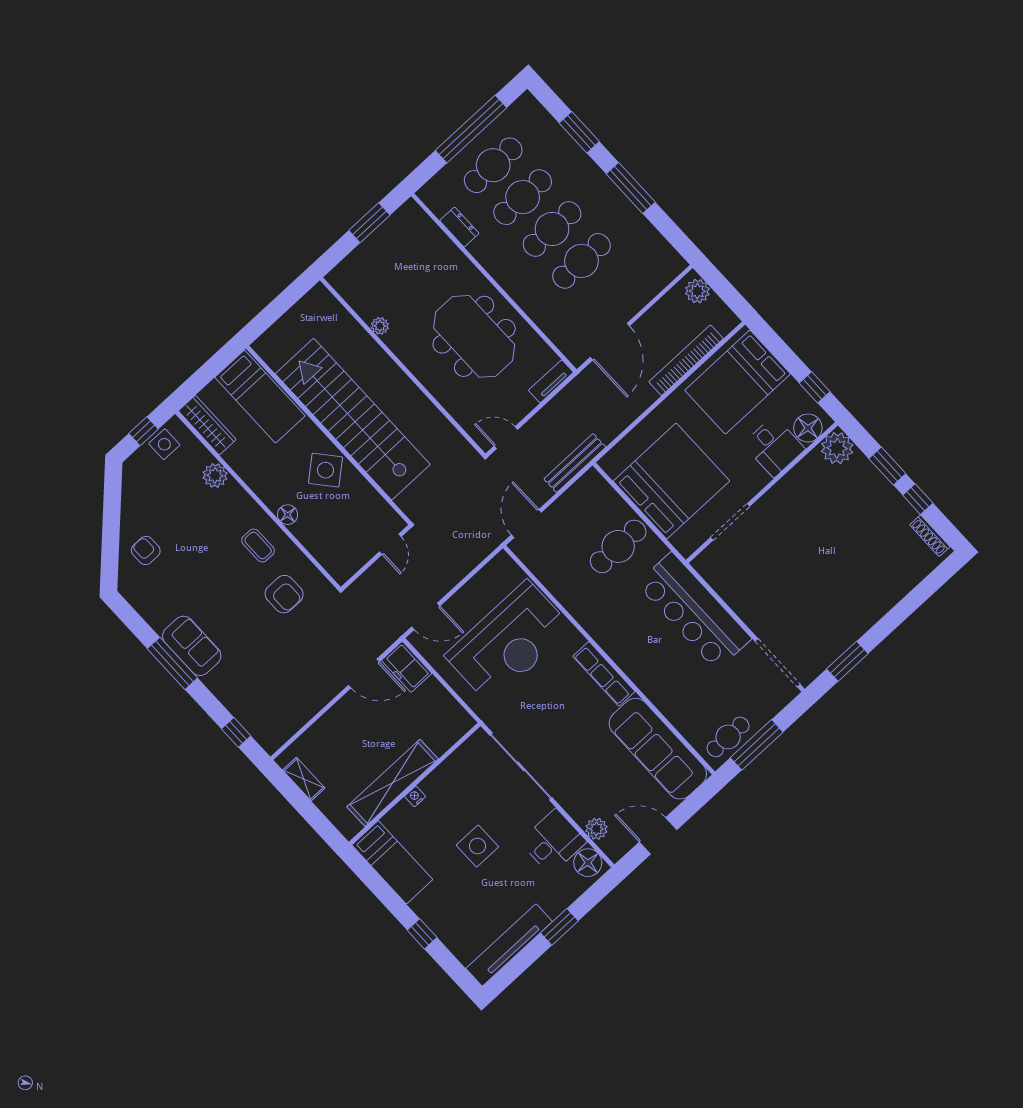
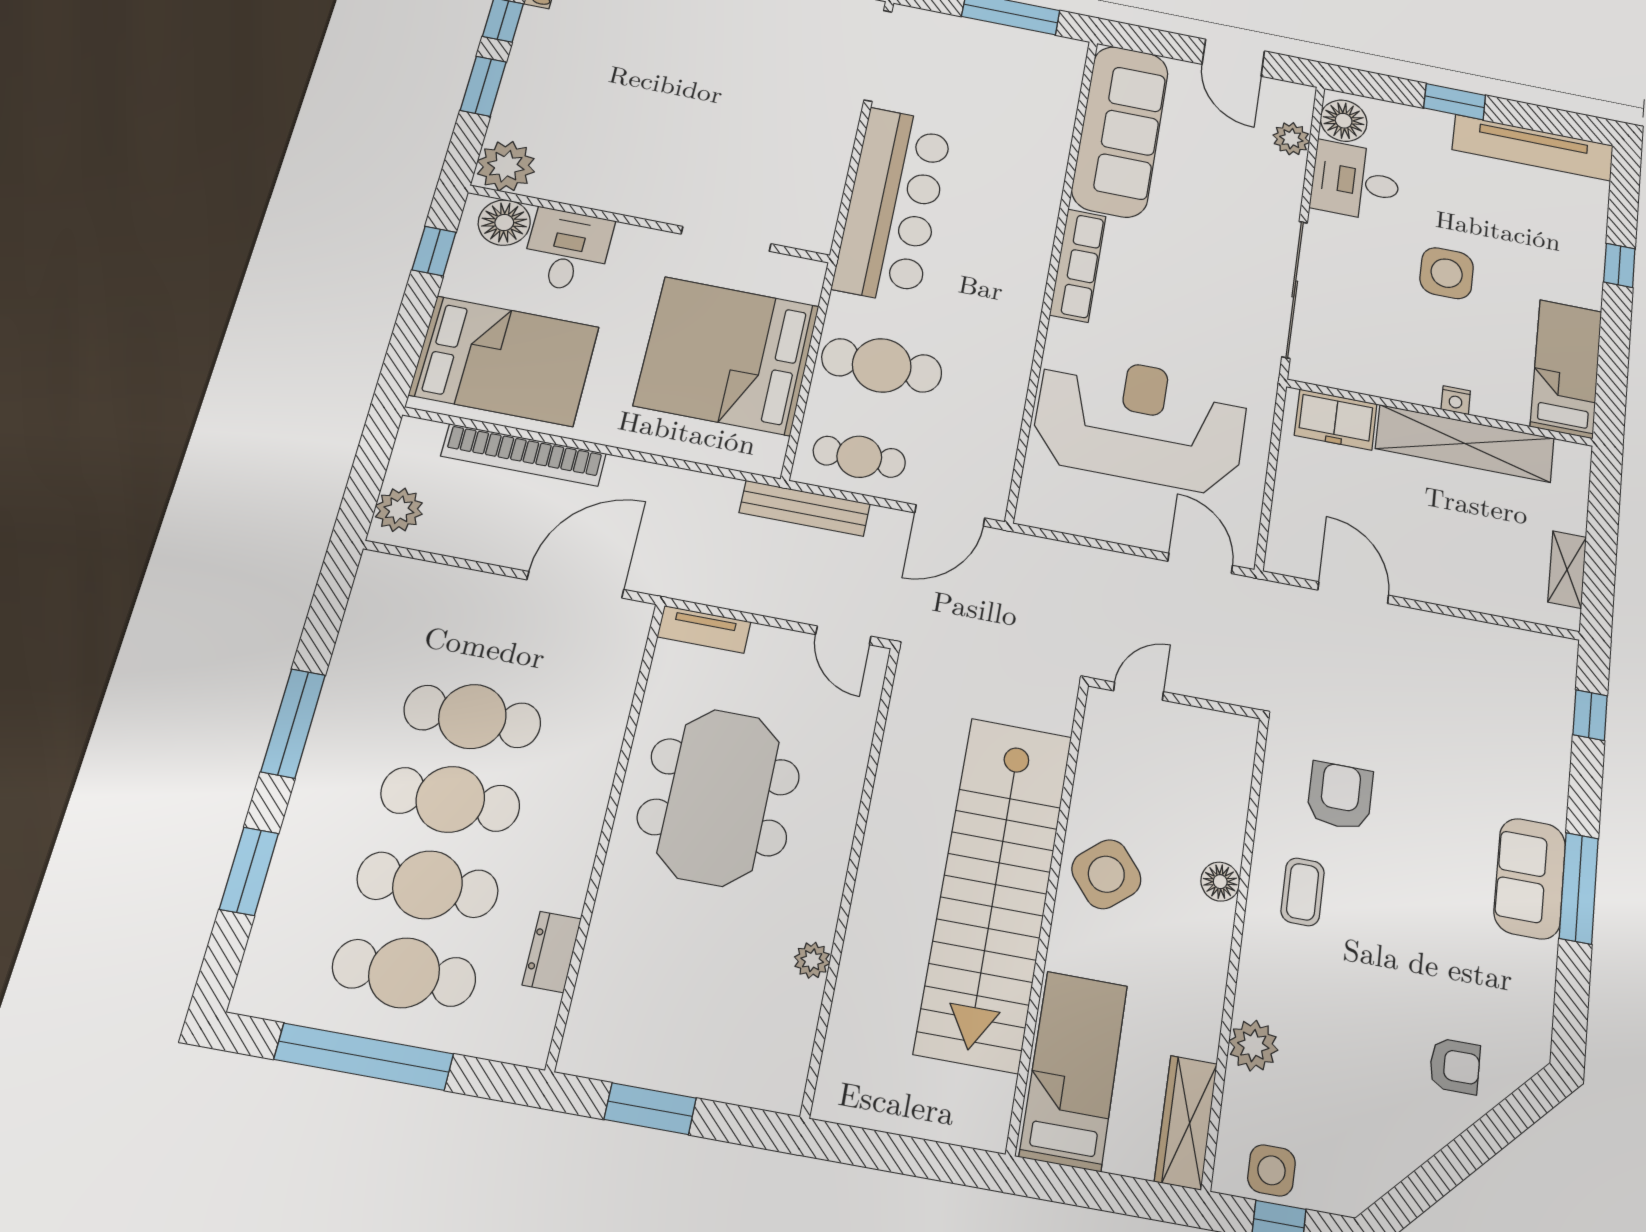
armchair: (146, 550) -> (1455, 1066), turned -90
freezer: (407, 667) -> (1336, 420), moved, turned 90
cafe table: (728, 737) -> (859, 457), moved

